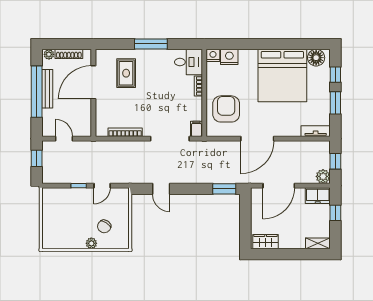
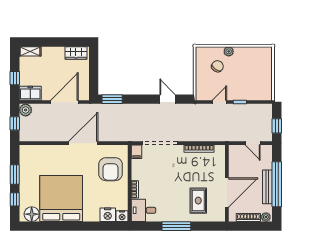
tv unit: (316, 131) -> (32, 150), removed

